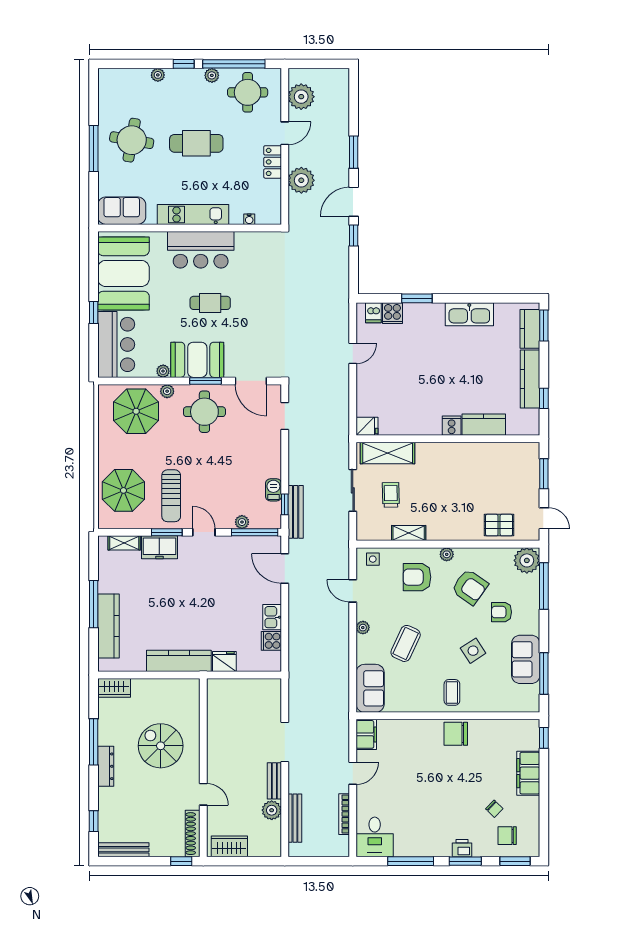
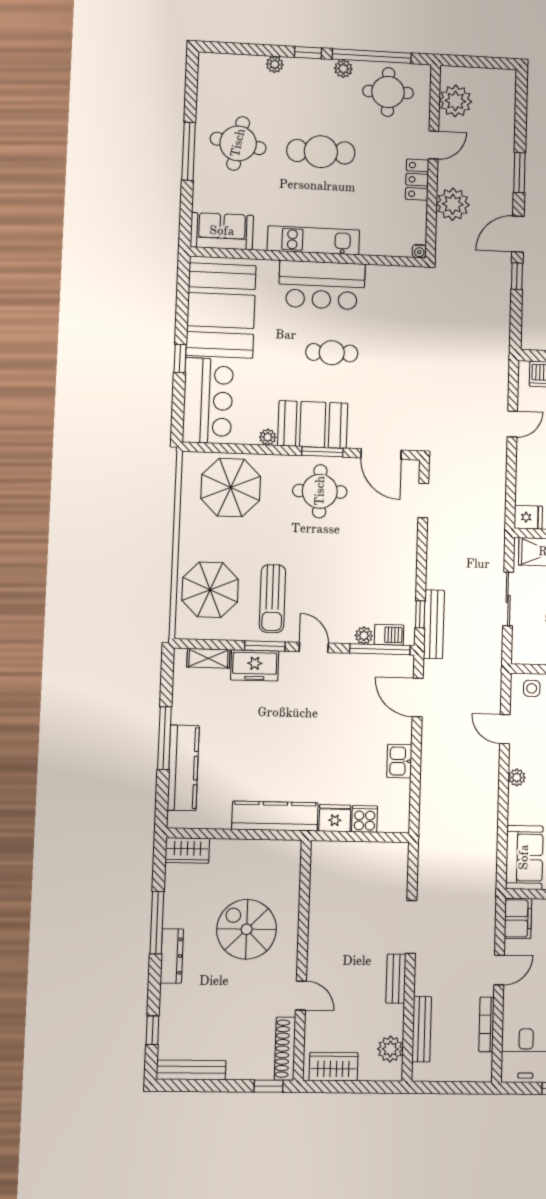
water cooler: (249, 219) -> (419, 251), moved
plant: (167, 391) -> (272, 463), removed
barbecue: (273, 490) -> (389, 635), moved, turned 90
cooker: (271, 641) -> (365, 819), moved, turned 90
plant: (272, 810) -> (390, 1049), moved

